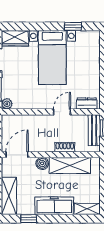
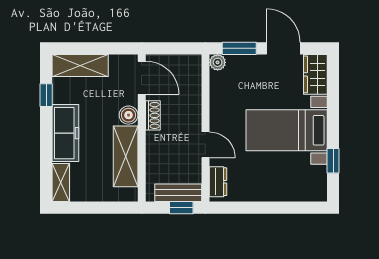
shoe rack: (65, 147) -> (153, 115), moved

